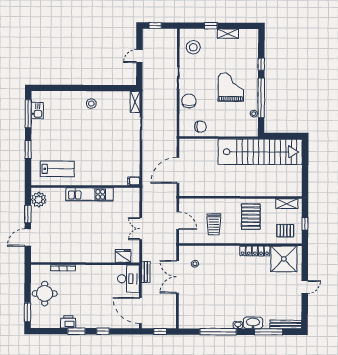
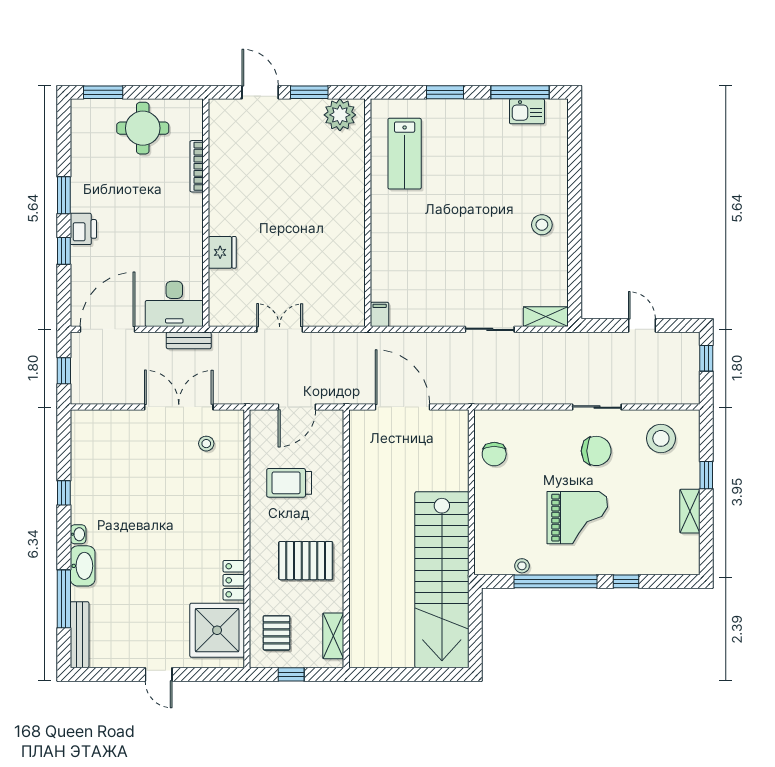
chair: (189, 101) -> (596, 451), moved
kitchen unit: (89, 194) -> (351, 221), removed
locker: (255, 251) -> (234, 580), width x0.66
fridge: (123, 256) -> (222, 252), moved
printer: (68, 322) -> (83, 229), moved
window: (218, 332) -> (64, 493), width x0.32

